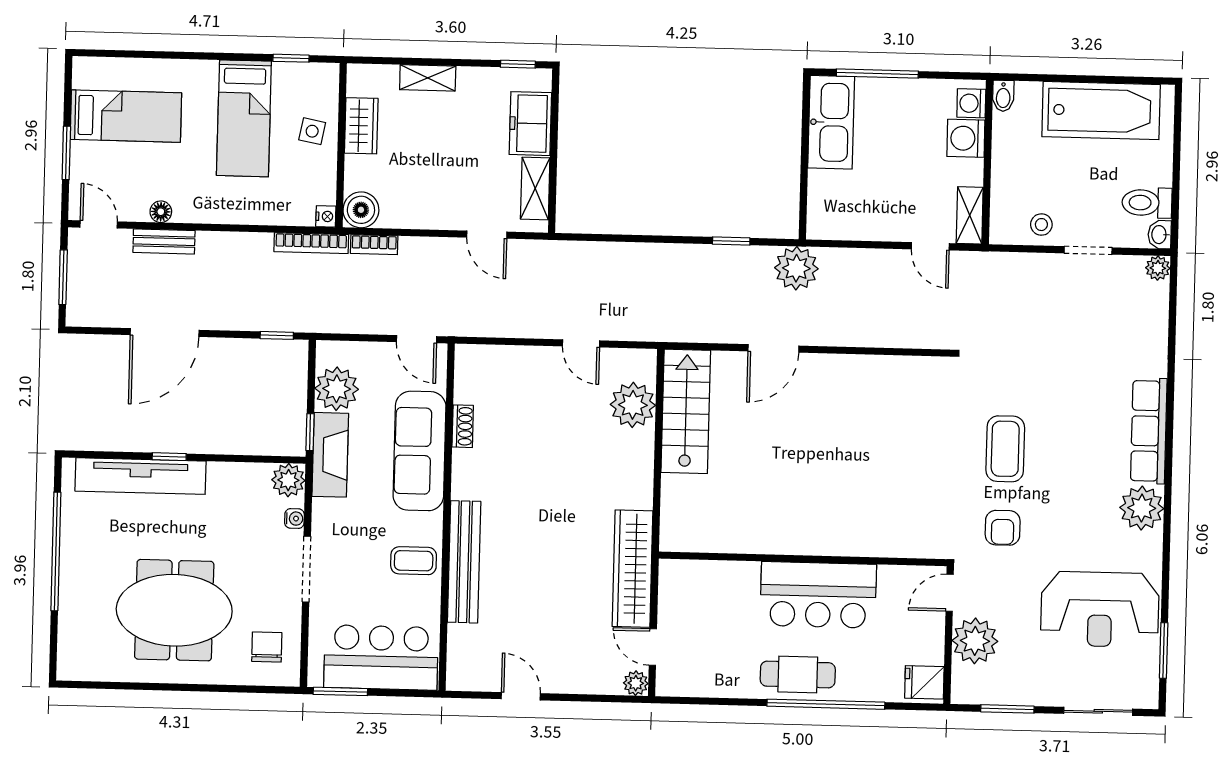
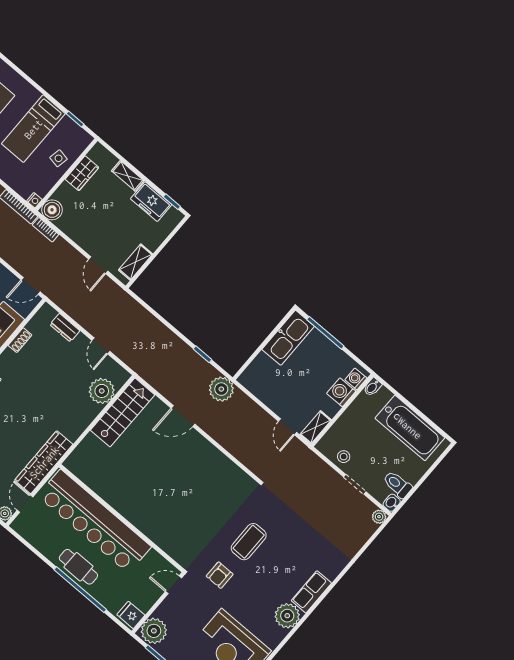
freezer: (530, 124) -> (151, 202), moved, turned -90
door: (417, 339) -> (31, 286), hinge flipped
dresser: (511, 359) -> (65, 328), added
row of seats: (1149, 431) -> (311, 592), width x0.68
bar counter: (818, 595) -> (94, 521), width x1.86
plant: (975, 641) -> (154, 631), moved

